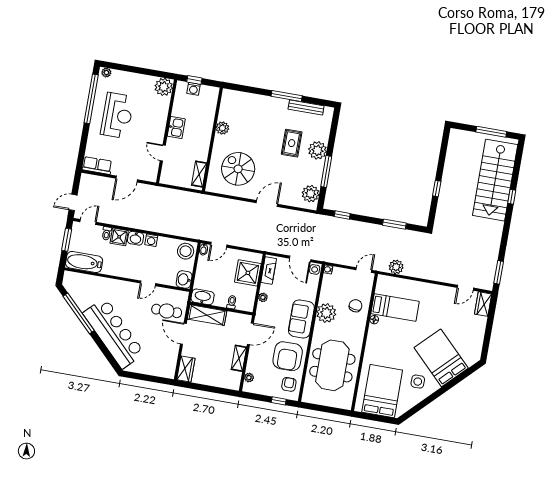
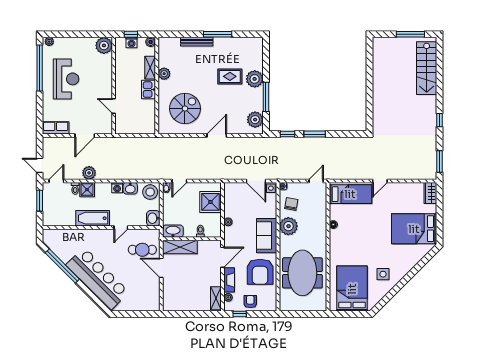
boiler: (214, 92) -> (151, 42), added
bench: (306, 108) -> (197, 42), moved
kitchen sink: (176, 128) -> (149, 90), moved, turned 180
rug: (292, 143) -> (230, 76), turned 90
spiral stairs: (238, 169) -> (185, 109), turned 90
shelving: (199, 174) -> (150, 68), moved
stairs: (495, 180) -> (427, 68), width x0.73, depth x0.66
window: (437, 189) -> (370, 95), removed
window: (512, 197) -> (439, 120), moved
door: (73, 202) -> (40, 165), hinge flipped
window: (394, 224) -> (315, 134), moved
washbasin: (136, 238) -> (130, 188), moved
bathtub: (84, 262) -> (93, 218), moved
plant: (396, 267) -> (89, 173), moved
fireplace: (269, 271) -> (229, 280), moved
door: (465, 288) -> (380, 181), moved
chair: (356, 306) -> (291, 204), moved
bed: (395, 308) -> (350, 194), moved
shelving: (239, 358) -> (216, 298), moved
bed: (441, 358) -> (414, 229), moved, turned -45
wardrobe: (186, 369) -> (169, 300), removed
armchair: (289, 384) -> (250, 302), moved
window: (279, 401) -> (240, 314), moved

